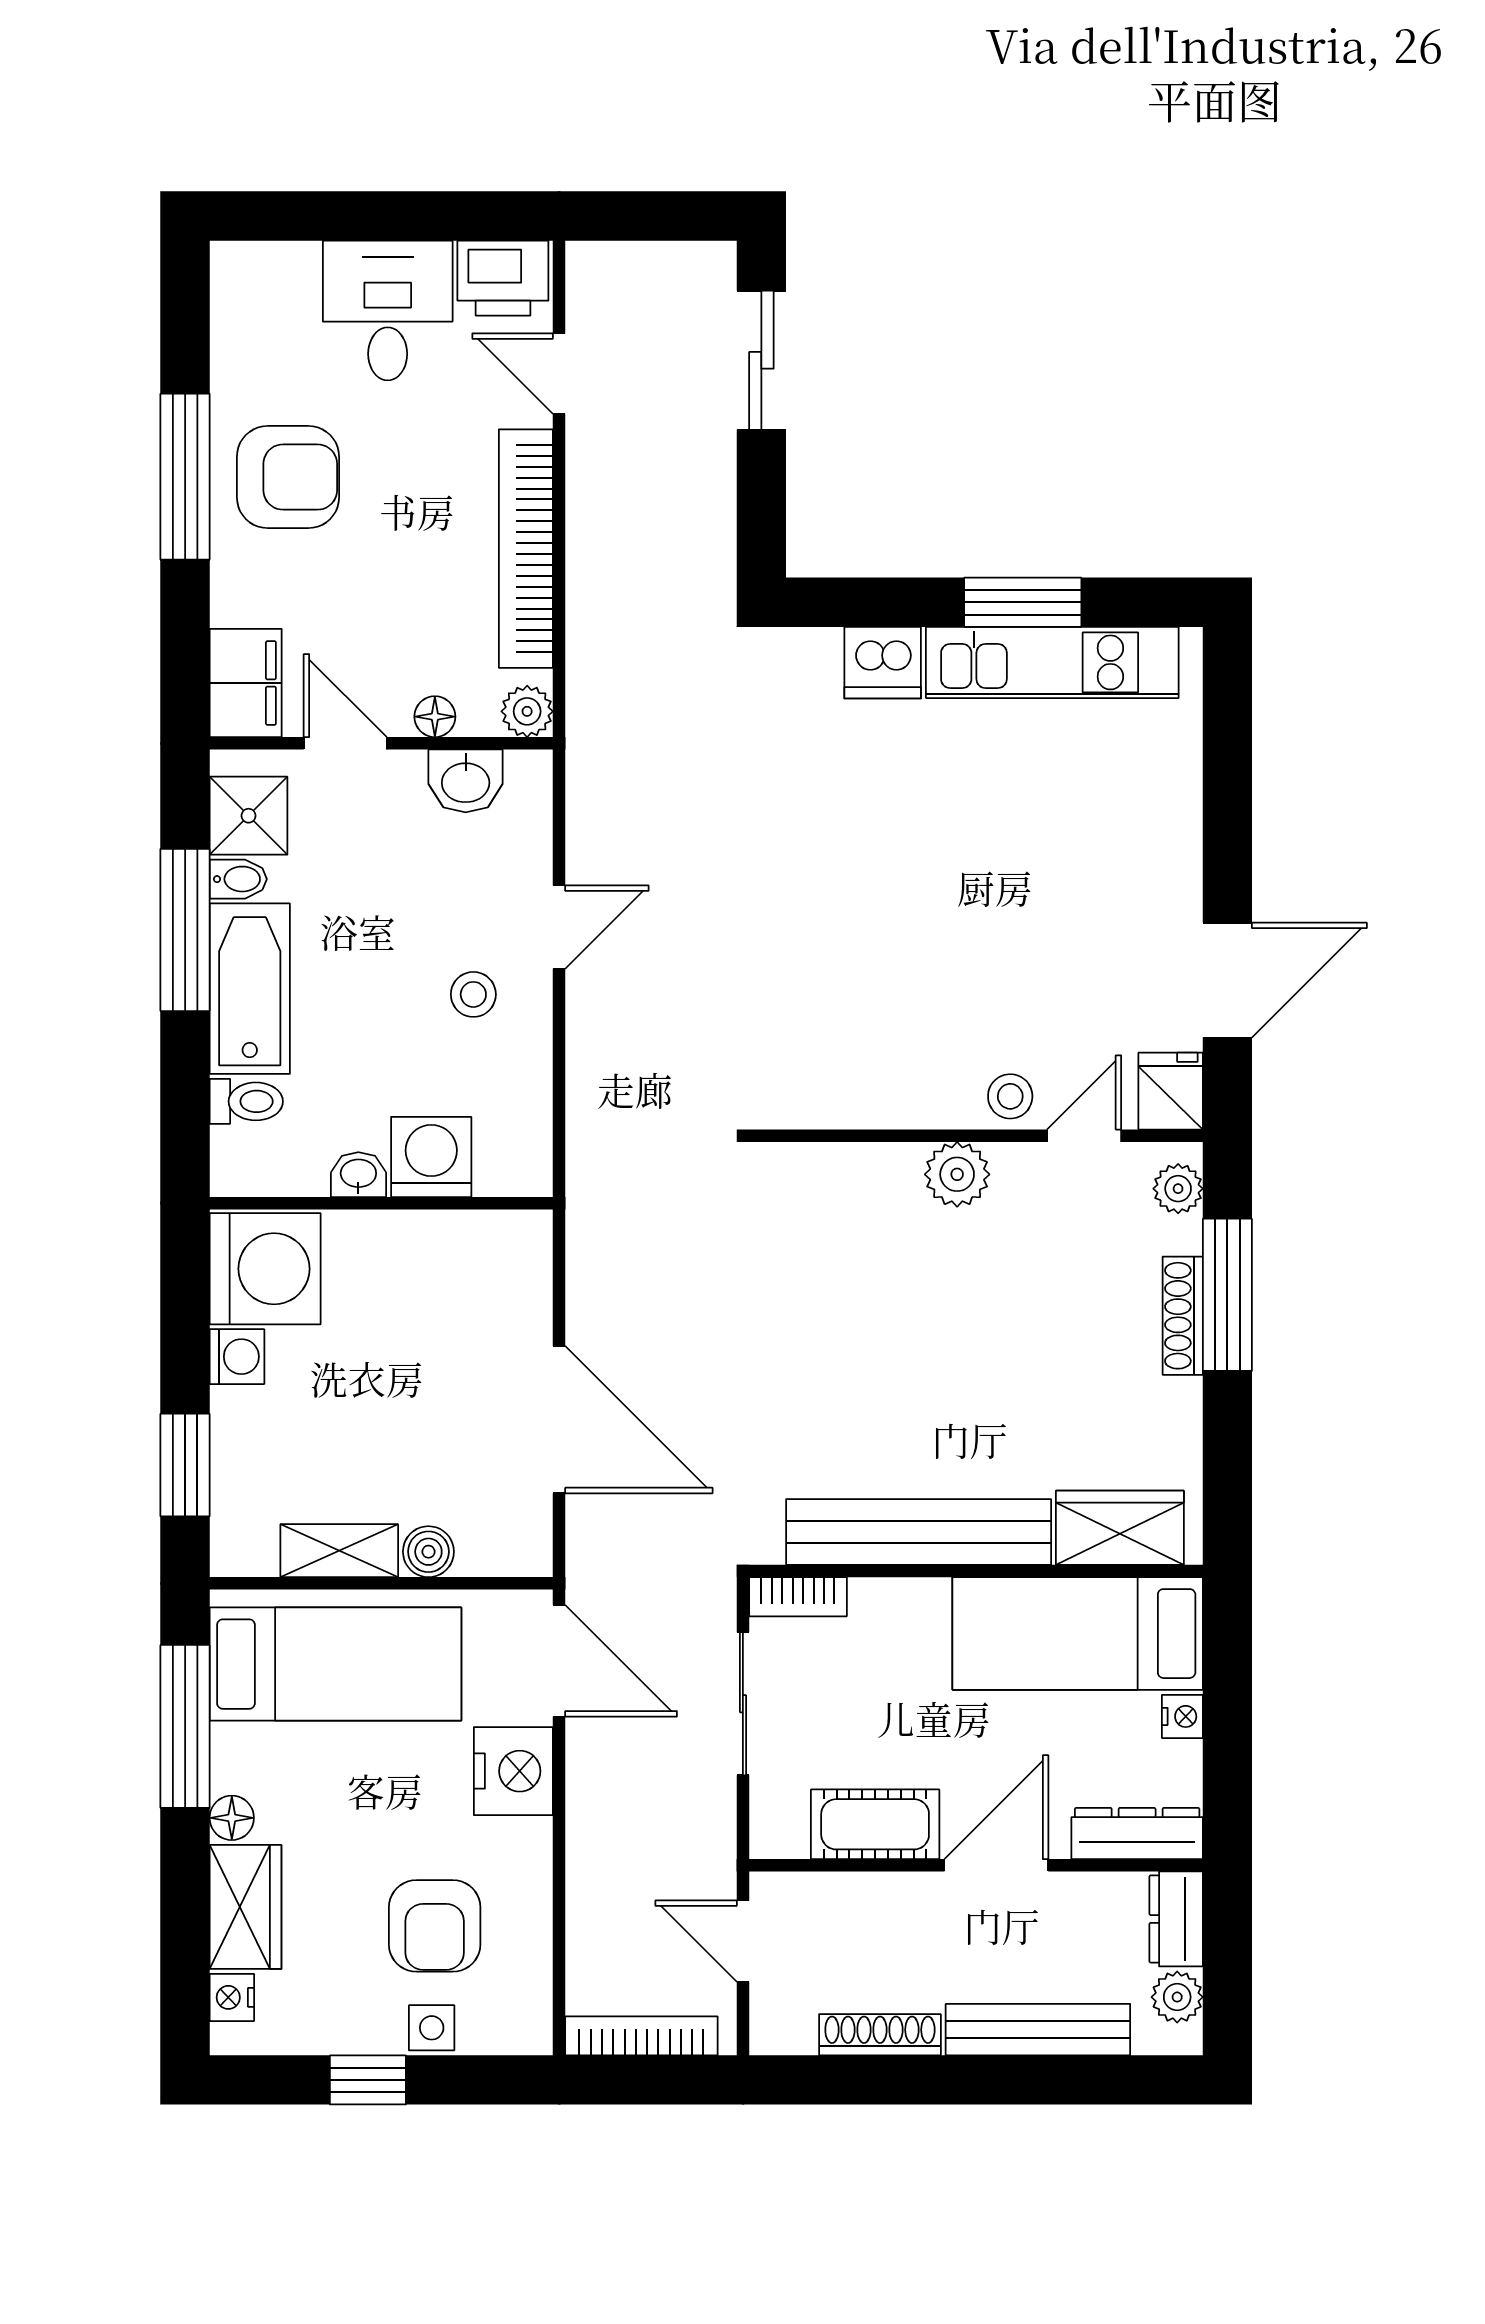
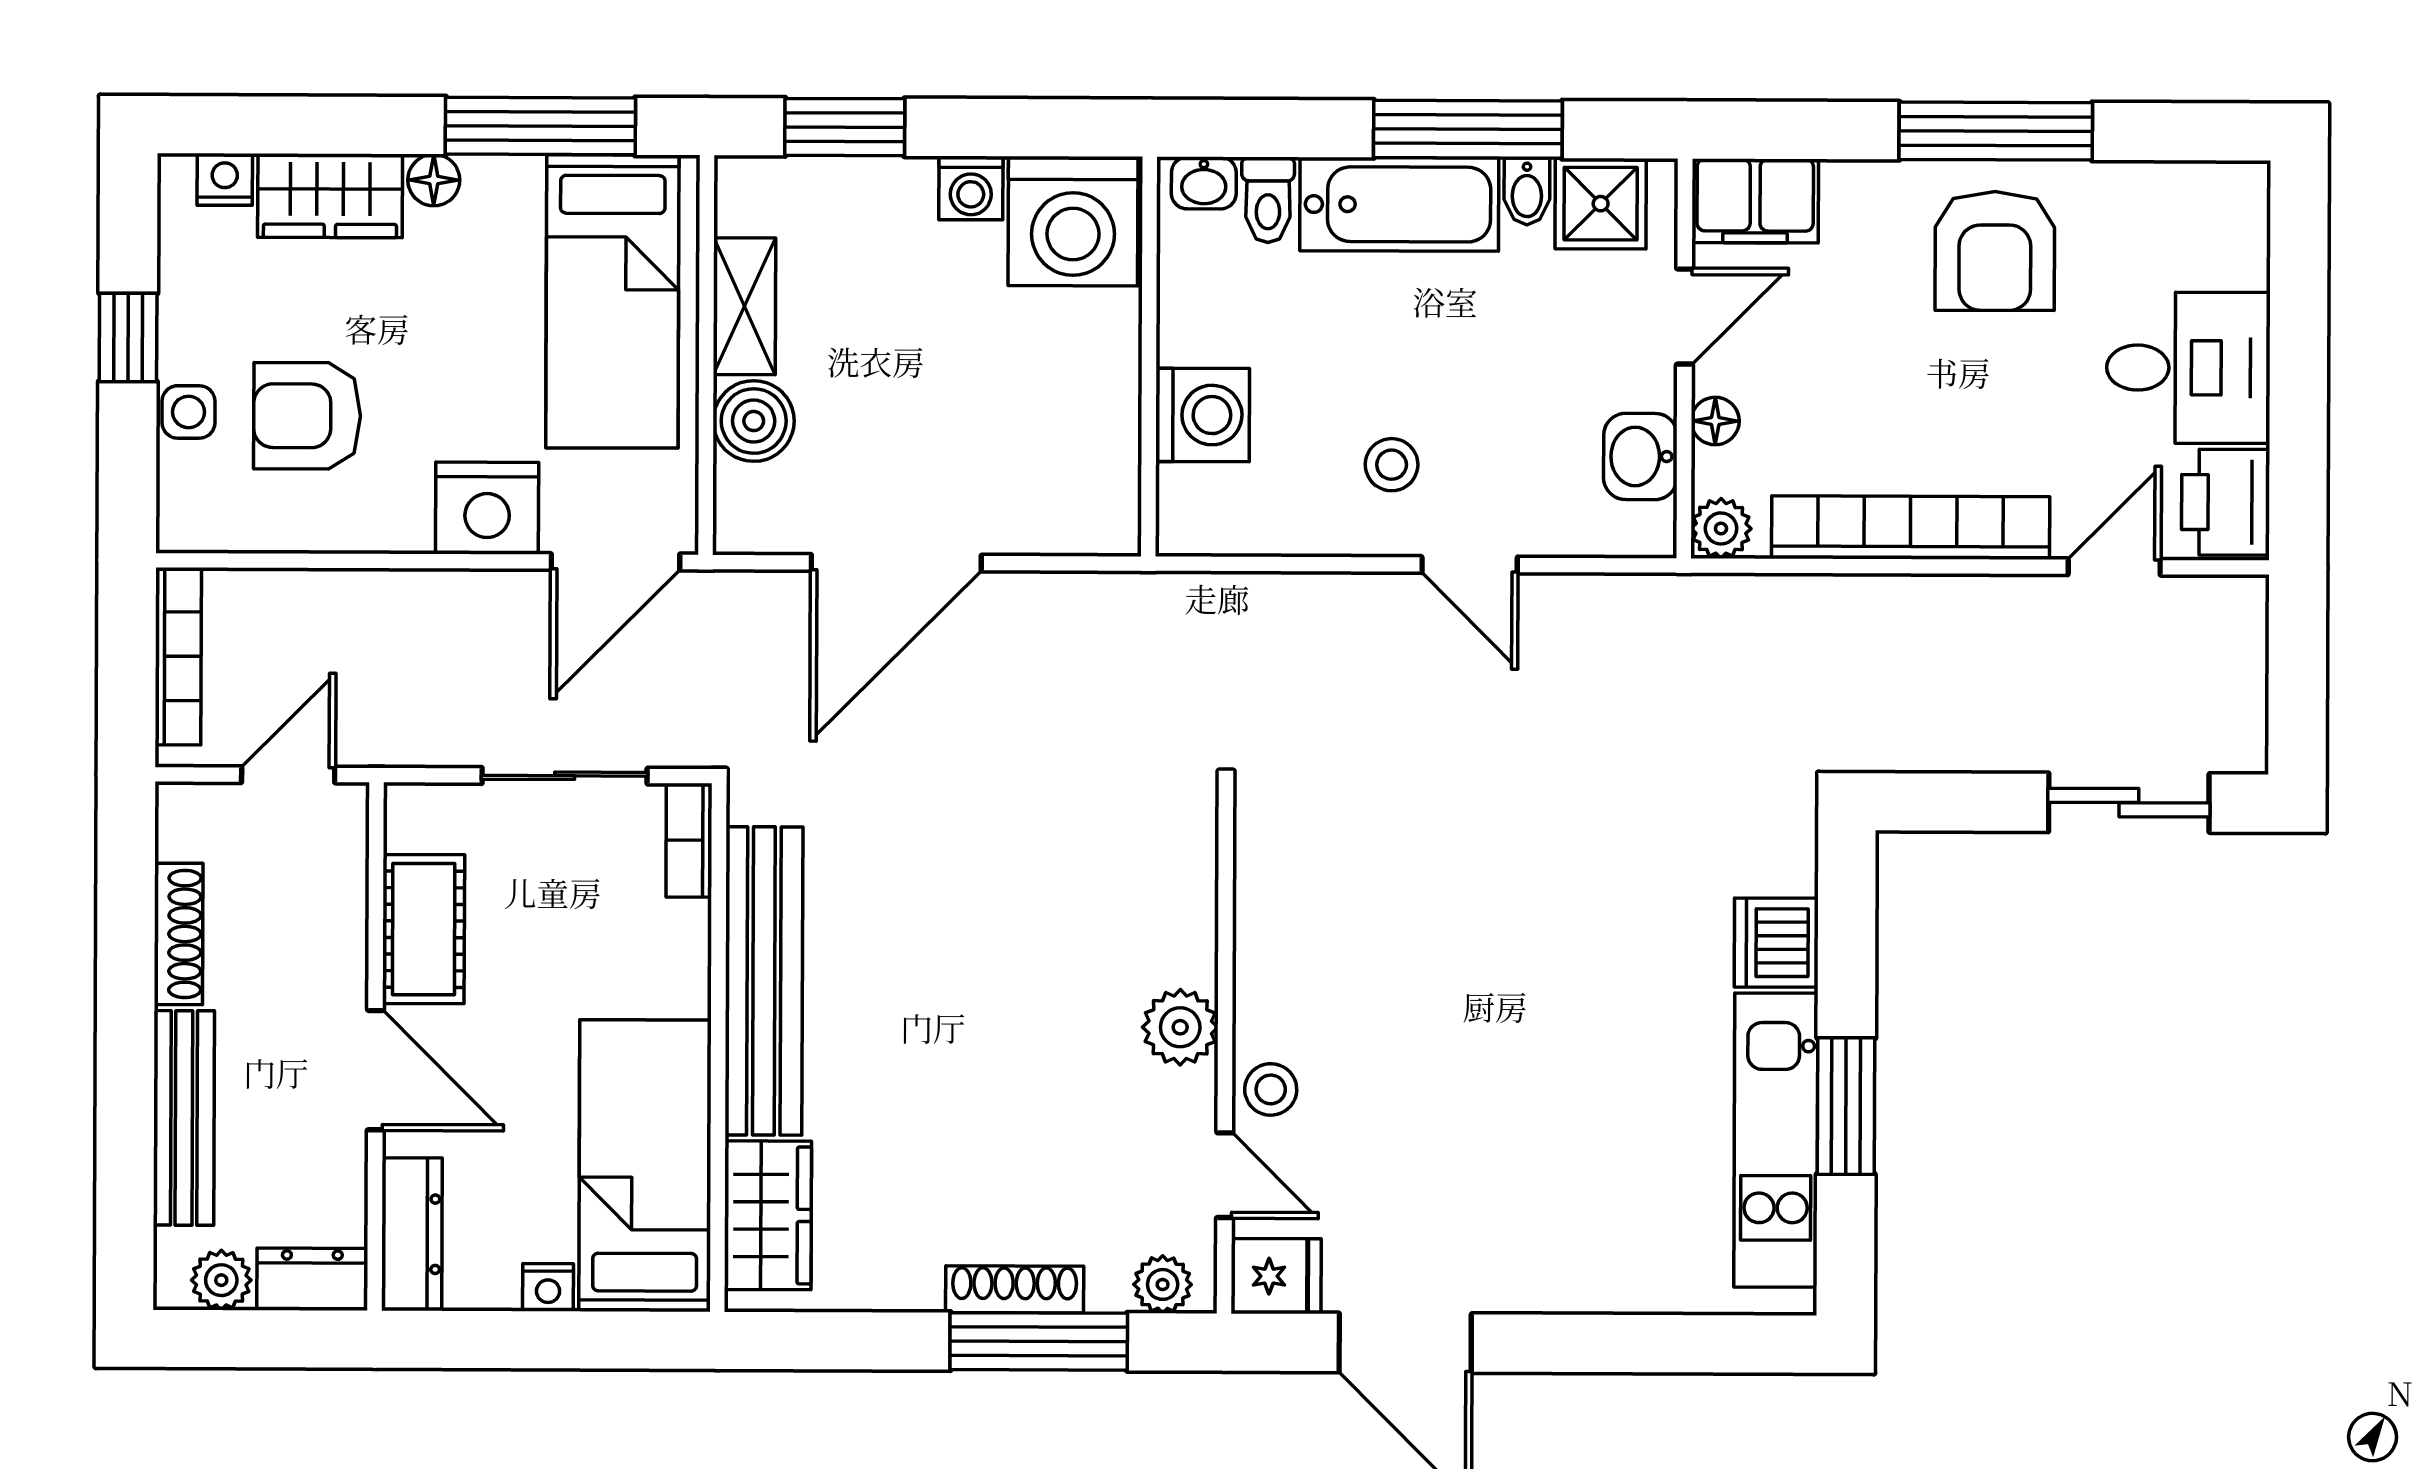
washbasin: (358, 1175) -> (1204, 183), moved, turned 90
boiler: (428, 1552) -> (754, 421), width x1.36, depth x1.36

